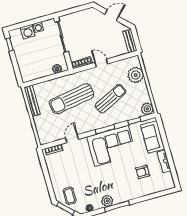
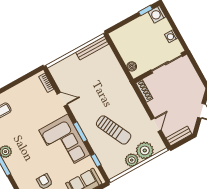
washing machine: (28, 32) -> (157, 14), moved
door: (101, 63) -> (156, 125), moved
sun lounger: (71, 99) -> (104, 89), removed
plant: (147, 109) -> (132, 160), moved

